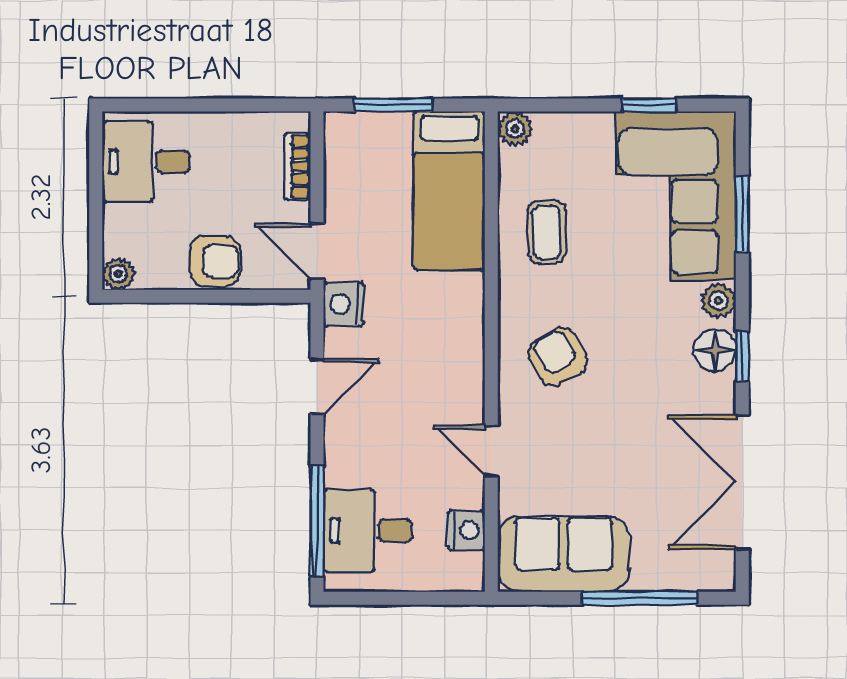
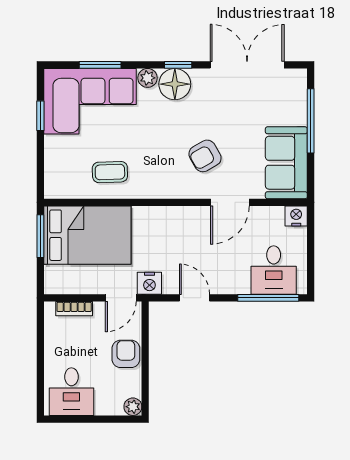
window: (393, 105) -> (40, 236), moved
plant: (515, 129) -> (53, 189), removed
bed: (449, 191) -> (87, 235), width x1.50
floor lamp: (715, 350) -> (175, 84), width x1.38, depth x1.38
armchair: (558, 357) -> (205, 156), moved
door: (491, 451) -> (230, 202), width x1.38
double door: (742, 482) -> (247, 65), swing flipped
nightstand: (466, 530) -> (296, 216), moved

